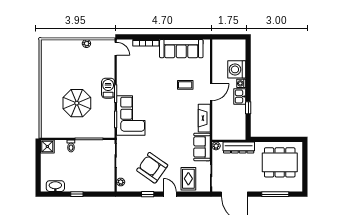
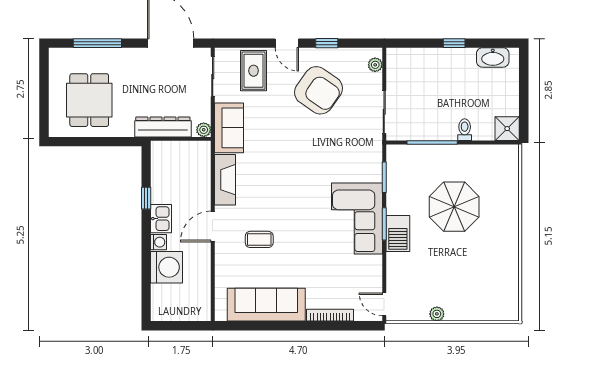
corner sofa: (131, 116) -> (357, 218), moved
dining table: (280, 162) -> (89, 100), width x0.73

